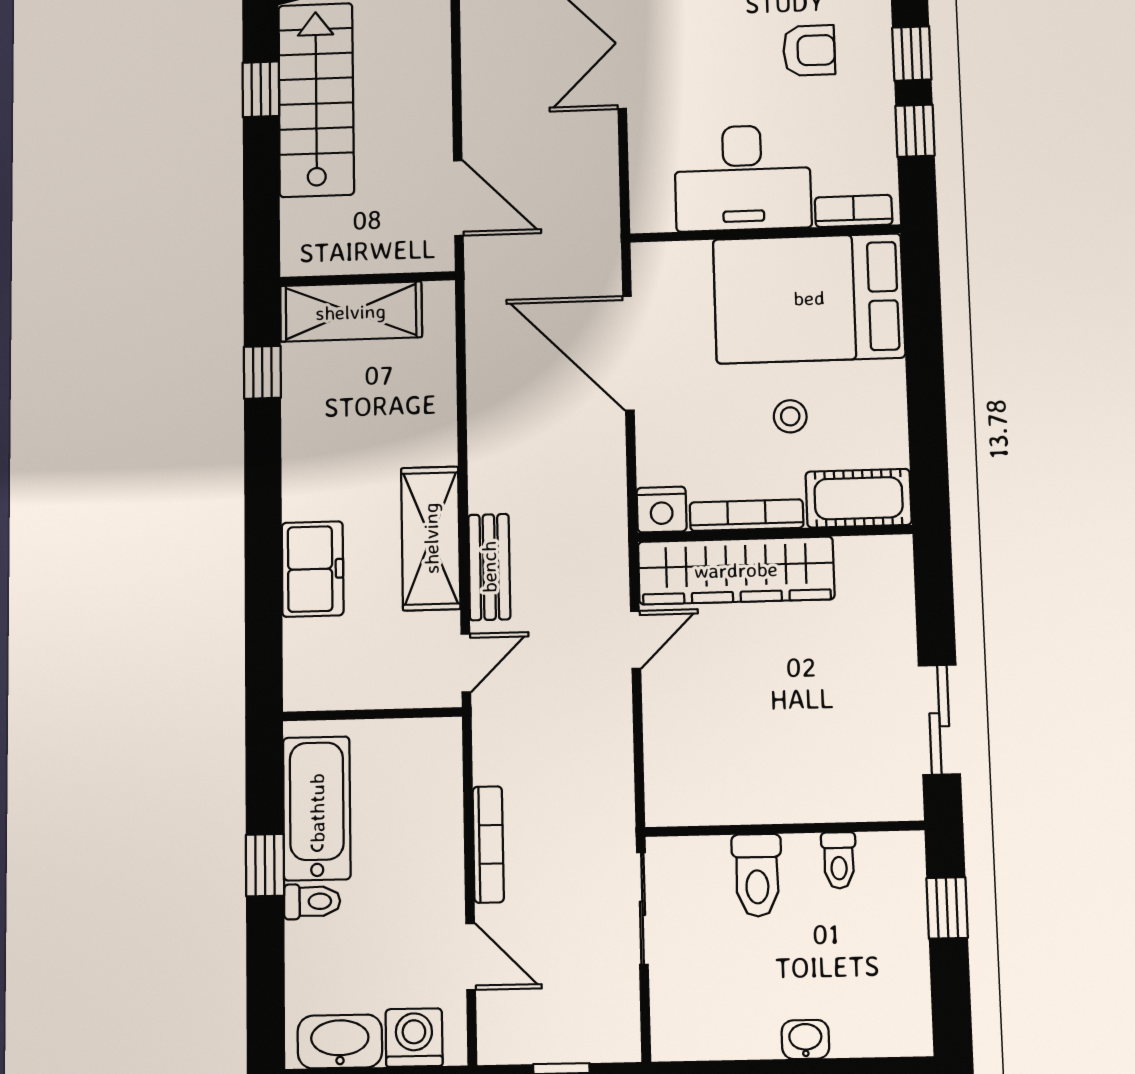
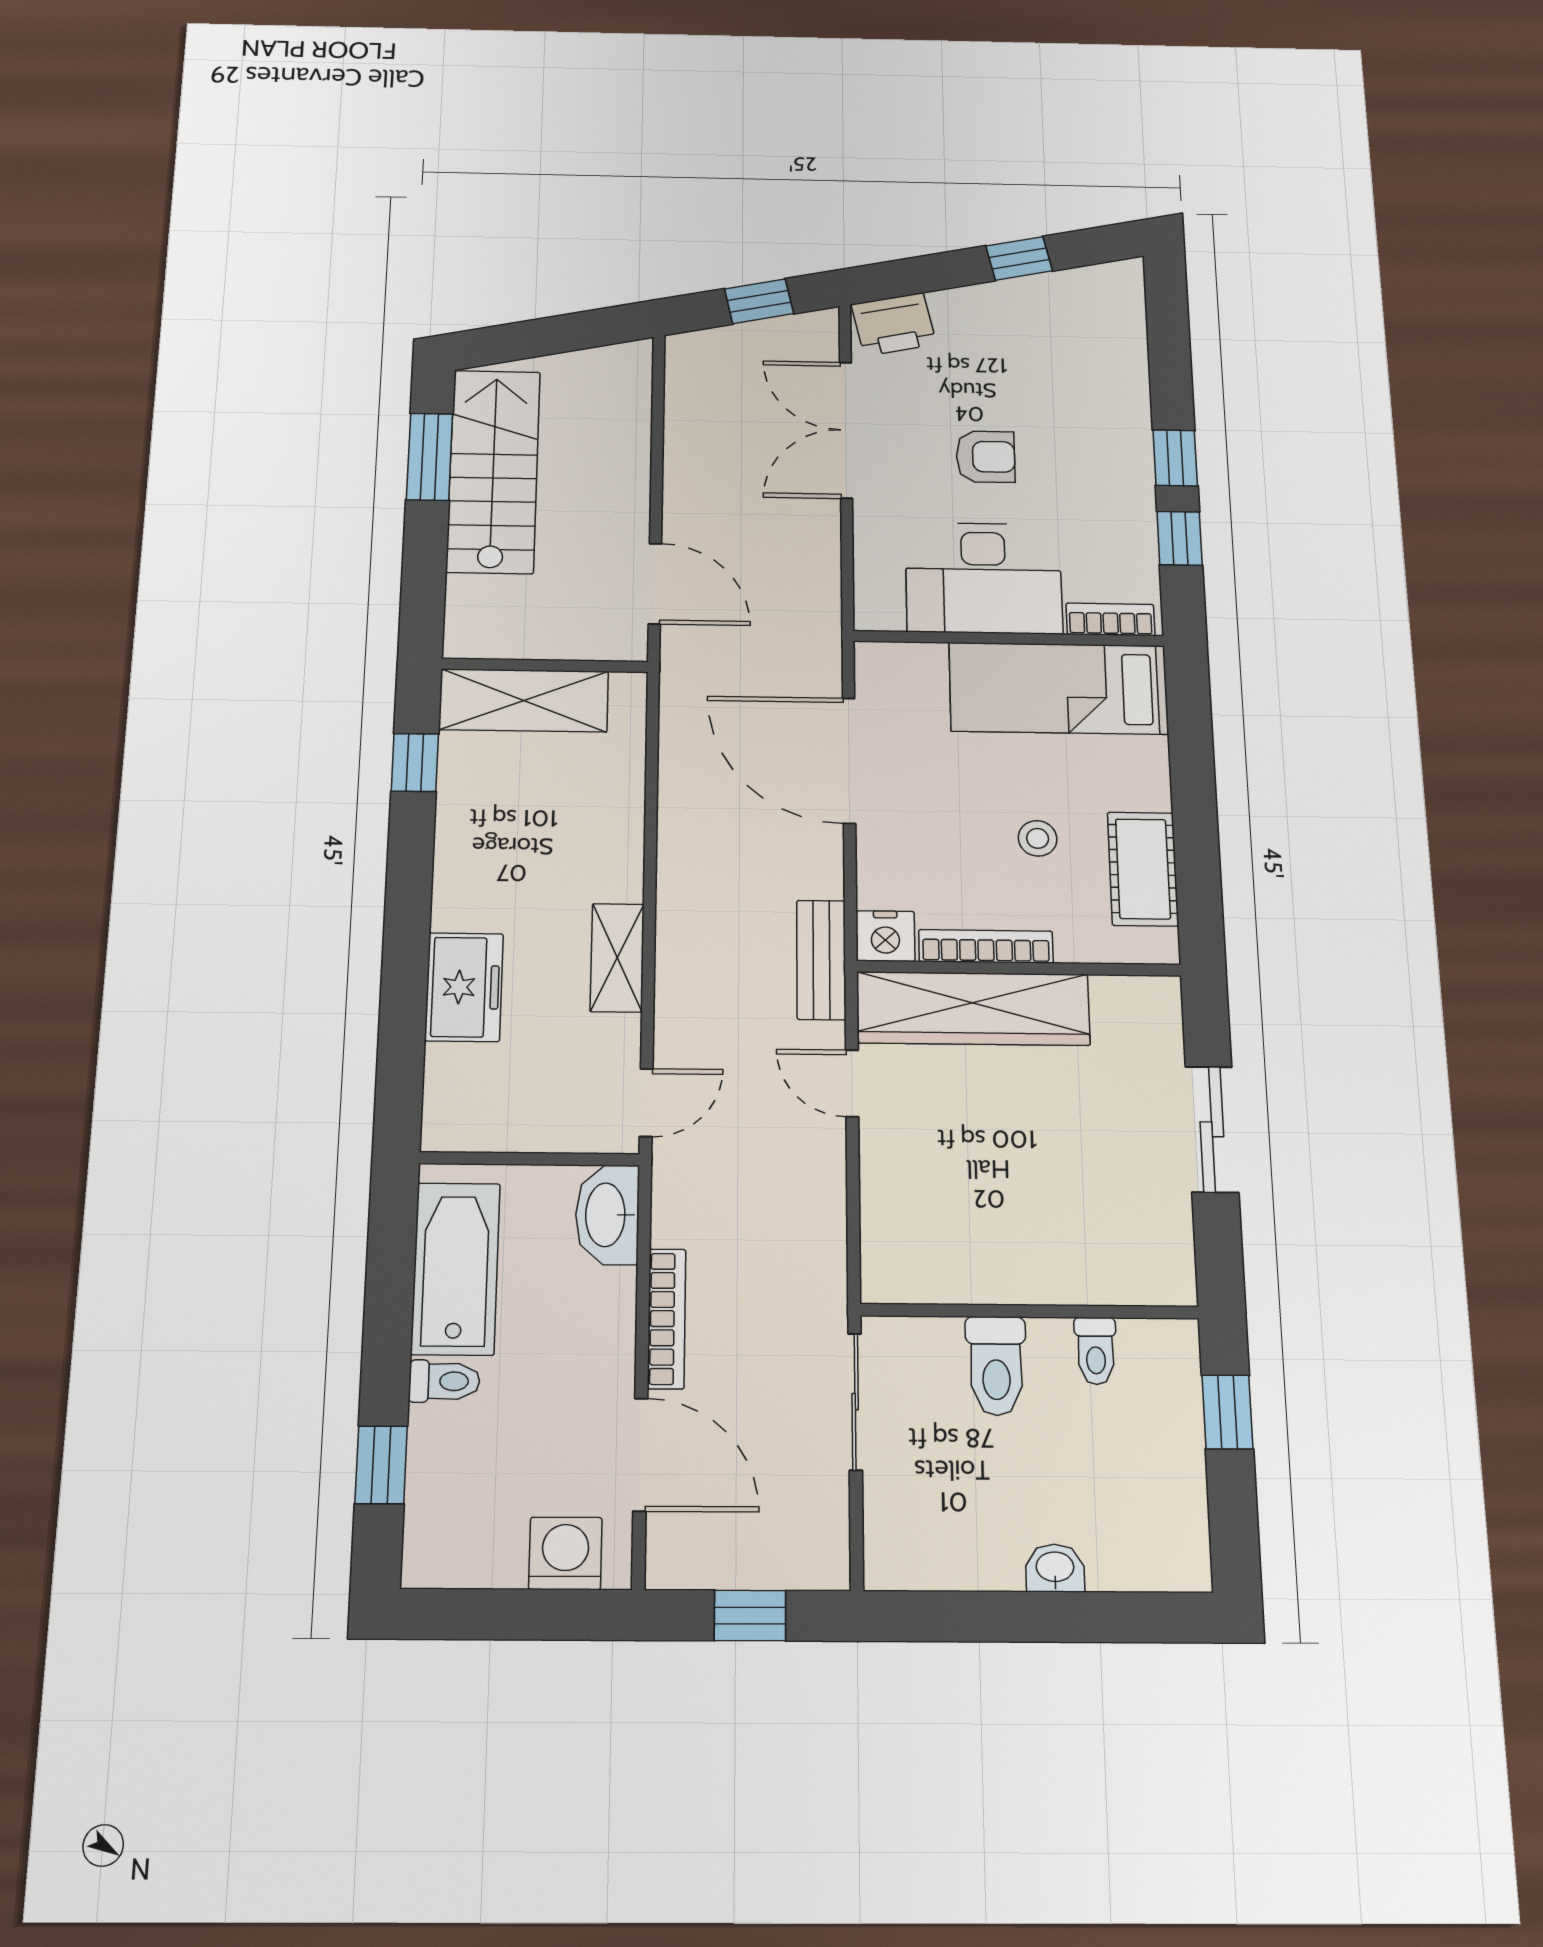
armchair: (809, 50) -> (986, 457), moved
window: (261, 89) -> (430, 457), width x1.50
bed: (809, 298) -> (1058, 688), width x0.67
cot: (859, 498) -> (1143, 869), moved, turned 90
shelving: (431, 538) -> (617, 958), width x0.67, depth x0.75
bench: (489, 567) -> (821, 960), moved
door: (636, 640) -> (852, 1083), swing flipped
sliding door: (939, 720) -> (1212, 1129), moved
window: (265, 865) -> (381, 1465), moved
door: (471, 957) -> (640, 1455), width x1.38
washbasin: (340, 1041) -> (607, 1215), moved, turned -90

